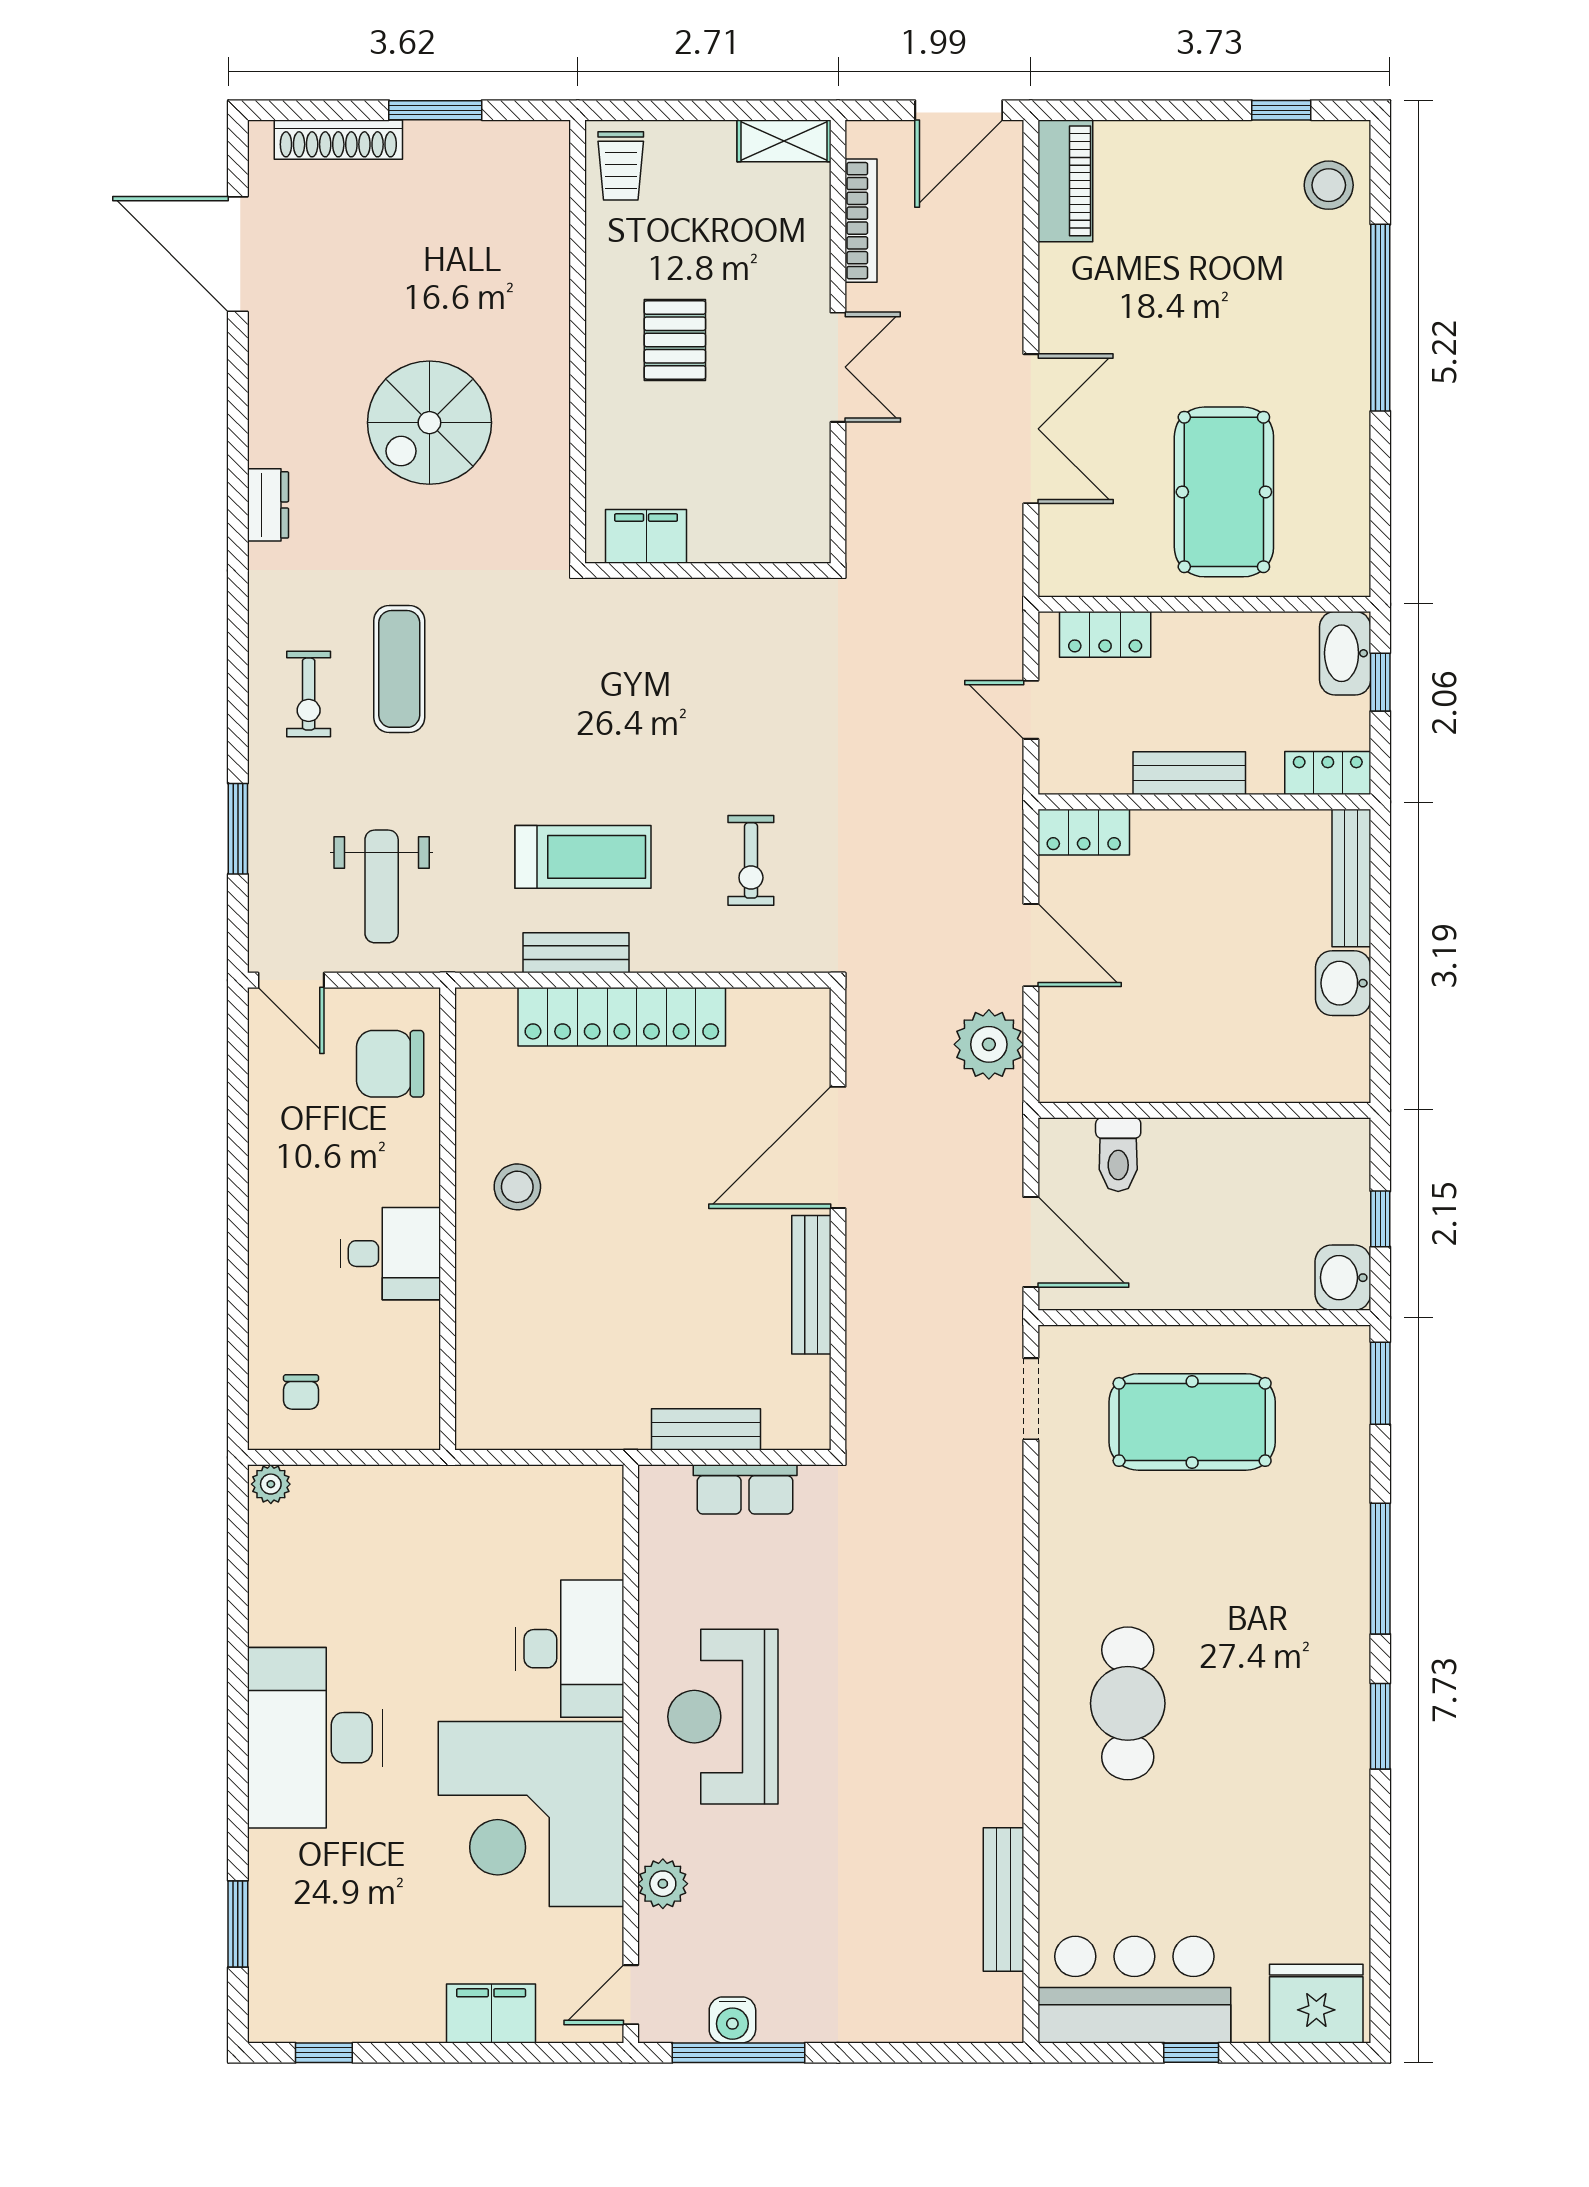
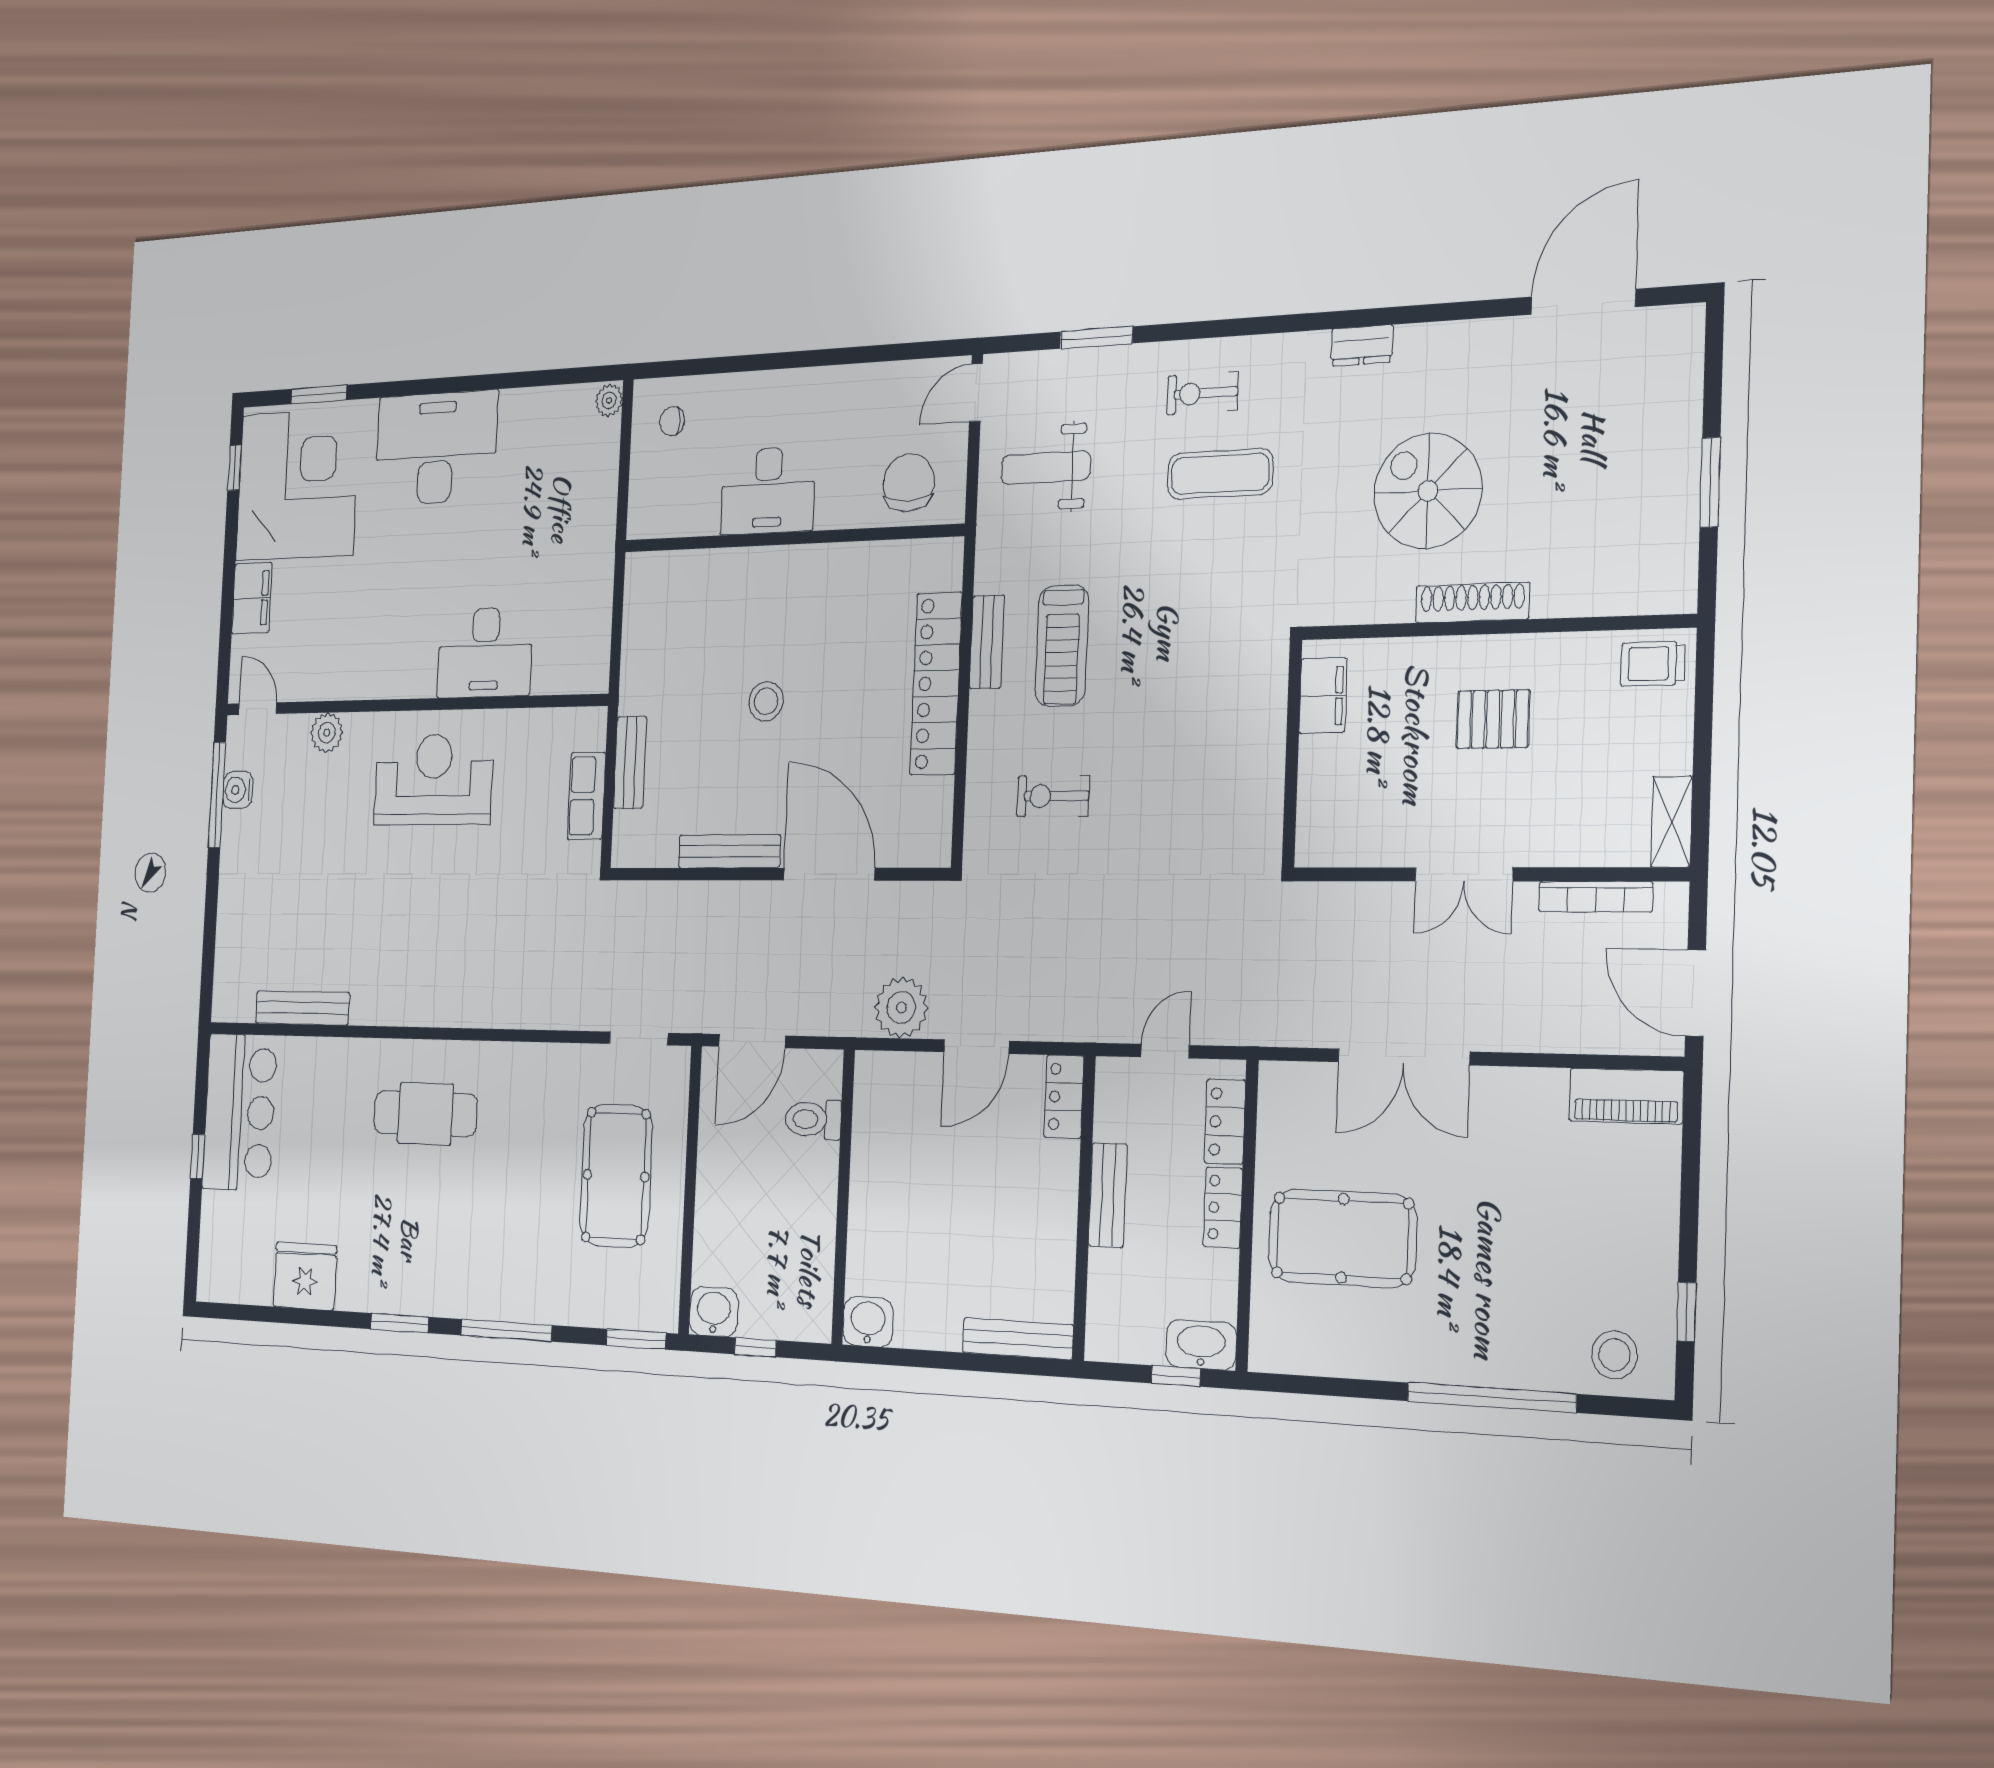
shoe rack: (338, 140) -> (1473, 602), moved, turned 90
locker: (1328, 773) -> (1223, 1208), moved, turned 180
washbasin: (1343, 983) -> (868, 1322), moved
stool: (517, 1187) -> (766, 701), moved
desk: (390, 1254) -> (768, 491), width x1.37
corner desk: (531, 1814) -> (297, 485), moved, turned 90
fridge: (1316, 2004) -> (305, 1276), moved, turned -90

